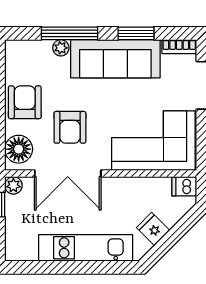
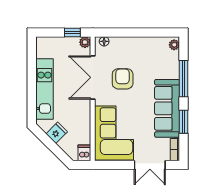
plant: (61, 48) -> (174, 45), moved
armchair: (25, 102) -> (139, 50), removed
armchair: (70, 127) -> (123, 79), turned 90
floor lamp: (19, 149) -> (104, 41), width x0.53, depth x0.53

